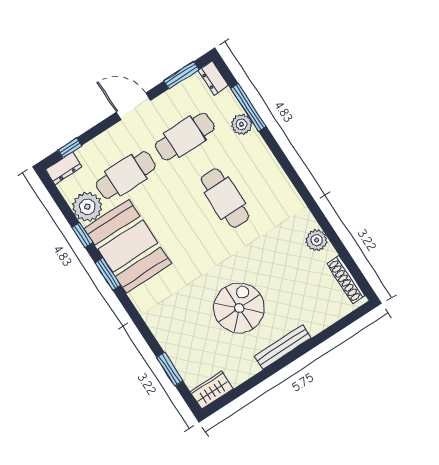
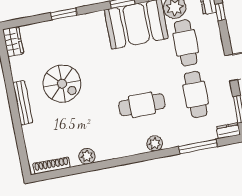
plant: (241, 124) -> (155, 143), moved
window: (170, 369) -> (64, 14), moved

